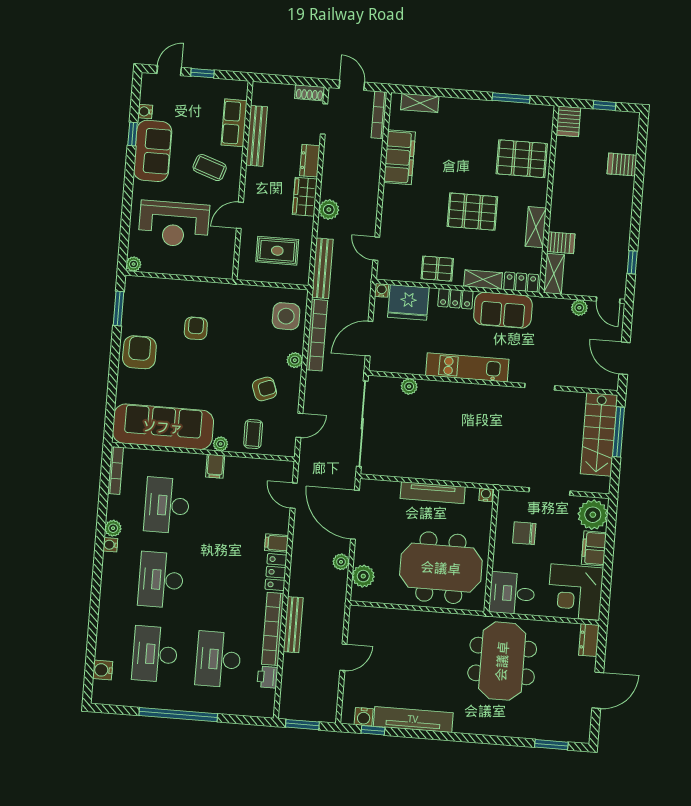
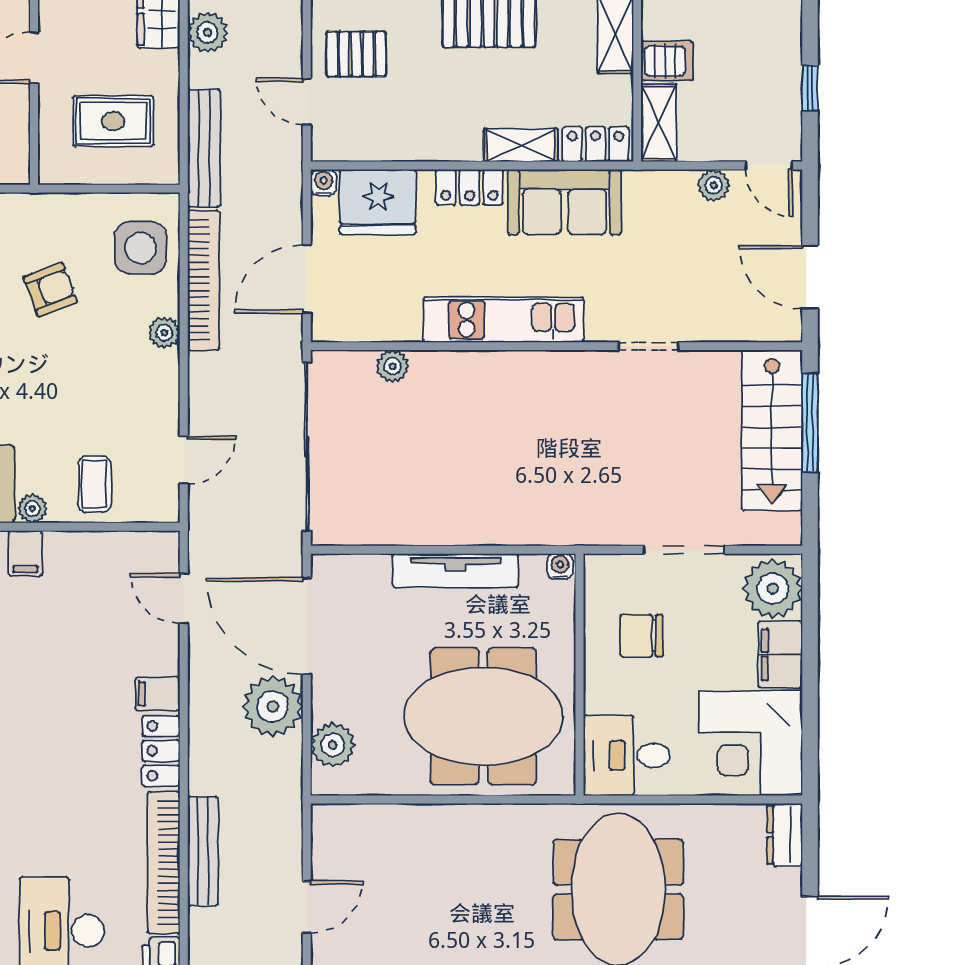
pallet: (437, 269) -> (356, 54), moved
armchair: (264, 389) -> (50, 289), moved
plant: (341, 562) -> (273, 707), width x1.88, depth x1.88

